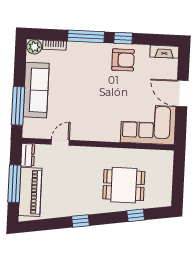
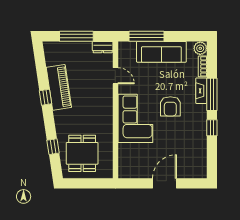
fireplace: (164, 52) -> (201, 91), moved
armchair: (123, 60) -> (170, 106), moved
corner sofa: (148, 124) -> (135, 118), moved
dining table: (124, 185) -> (82, 153), moved
piano: (30, 192) -> (59, 87), moved, turned -99

